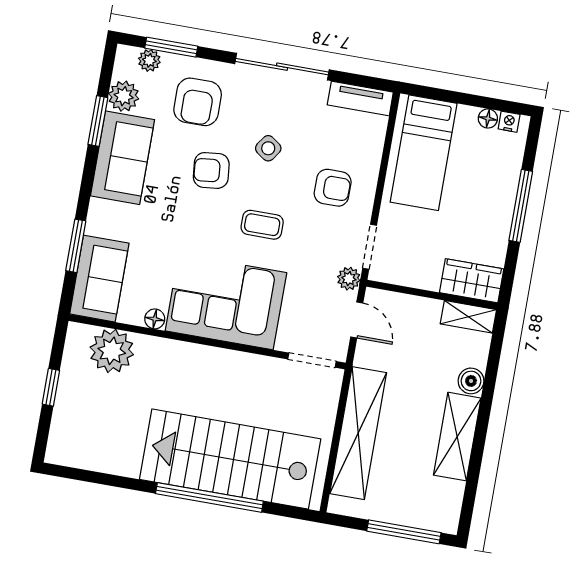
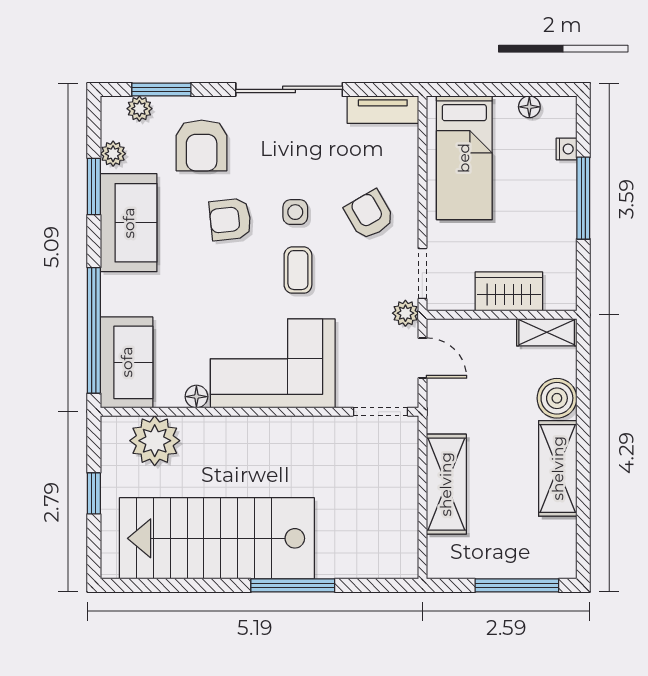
plant: (124, 96) -> (113, 154), width x0.73, depth x0.73
nightstand: (509, 122) -> (567, 149), moved, turned 90
side table: (268, 148) -> (295, 212), moved, turned -35
armchair: (333, 188) -> (369, 215), turned -120
coffee table: (262, 225) -> (298, 270), turned 90
window: (76, 246) -> (94, 330), width x2.11
wardrobe: (472, 281) -> (509, 291), moved
boiler: (471, 381) -> (557, 398), width x1.36, depth x1.36
shelving: (358, 433) -> (446, 484), width x0.68
stairs: (230, 459) -> (217, 538), moved
window: (209, 497) -> (293, 585), width x0.68

